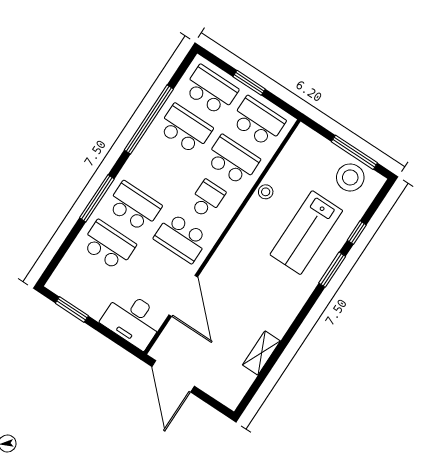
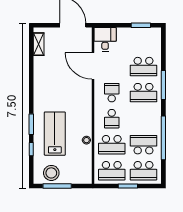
school desk: (185, 129) -> (143, 145), turned 180
school desk: (181, 238) -> (112, 93), width x0.54
desk: (133, 320) -> (105, 39), width x0.73
shelving: (261, 353) -> (39, 44), moved

